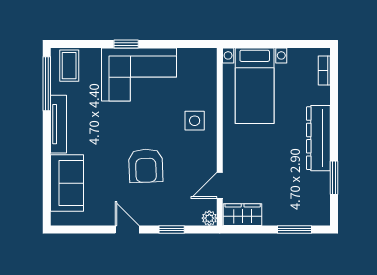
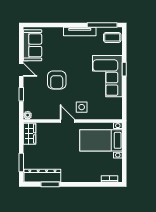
dresser: (318, 138) -> (42, 176), moved
armchair: (146, 166) -> (57, 80), turned -88
sofa: (67, 183) -> (32, 45), moved, turned -90
door: (220, 185) -> (67, 121), moved
door: (127, 230) -> (21, 70), hinge flipped

